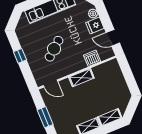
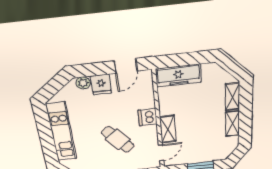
dishwasher: (92, 58) -> (148, 117), moved
freezer: (115, 75) -> (179, 76), added
shelving: (81, 78) -> (168, 129), moved

